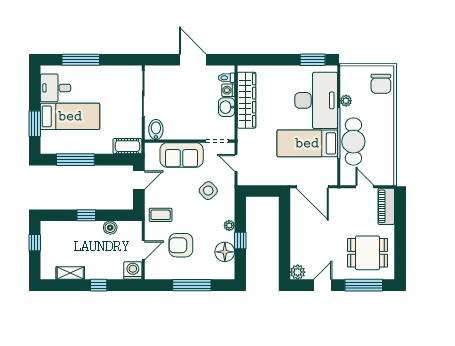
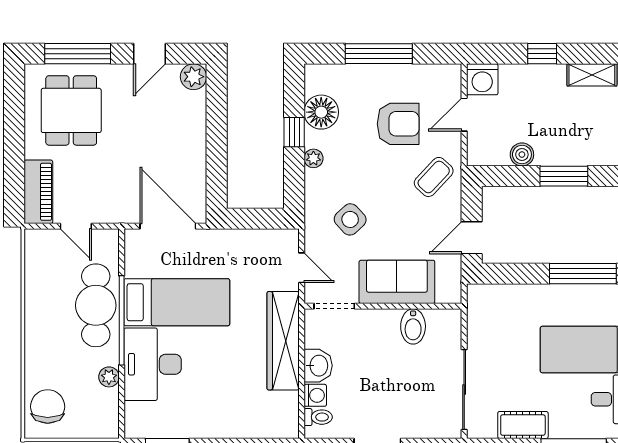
wardrobe: (246, 100) -> (283, 341), moved
desk: (316, 100) -> (153, 364), width x0.73, depth x0.77
bidet: (156, 130) -> (413, 326), moved
cot: (127, 146) -> (523, 425), moved
window: (86, 215) -> (564, 176), width x1.50
coffee table: (161, 215) -> (434, 177), turned -47
dining table: (367, 253) -> (71, 110), turned 90

